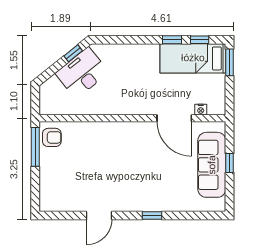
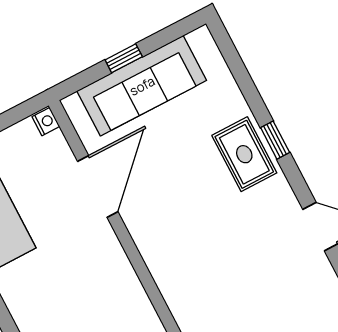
nightstand: (201, 110) -> (46, 122), moved
rug: (153, 197) -> (244, 154), added

